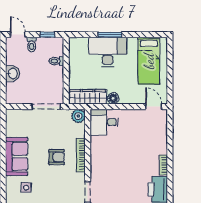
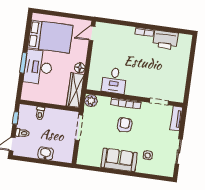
bed: (149, 61) -> (50, 37), width x1.50
desk: (104, 122) -> (114, 81), moved

